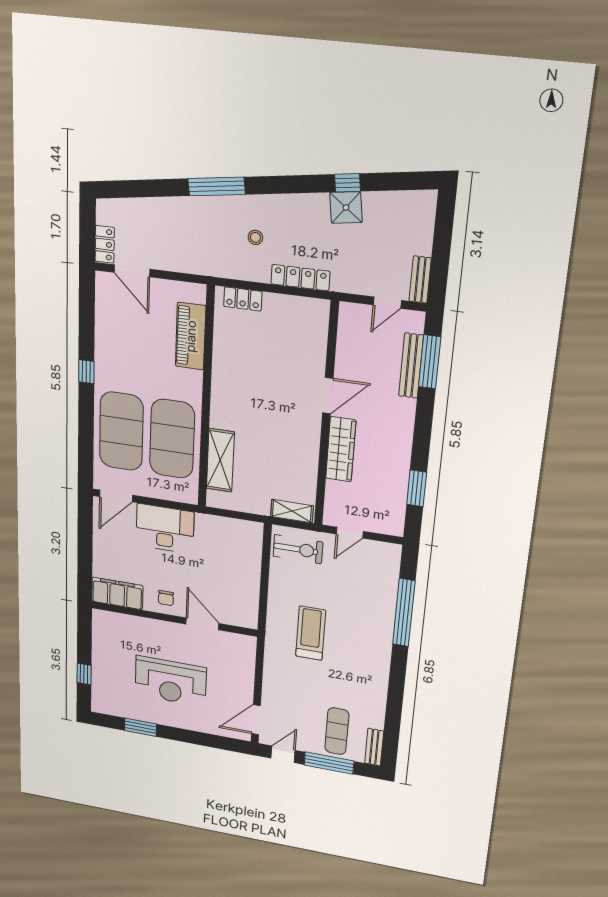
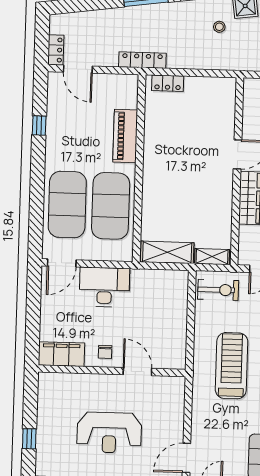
stool: (255, 237) -> (219, 27), moved
locker: (300, 278) -> (142, 60), moved
piano: (191, 336) -> (125, 136), moved
window: (86, 372) -> (39, 126), moved
shelving: (220, 460) -> (167, 252), moved, turned 90
treadmill: (311, 633) -> (232, 366), width x1.37, depth x1.38

